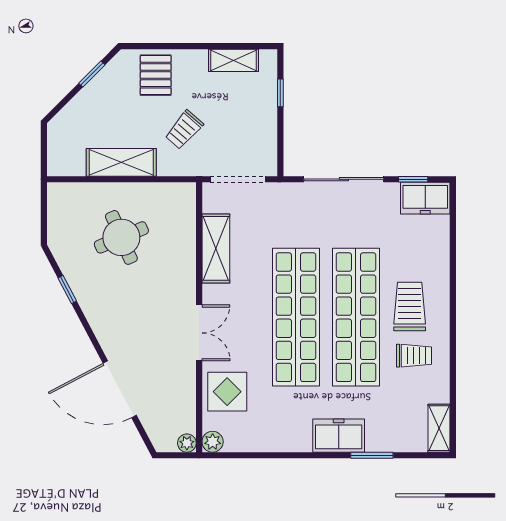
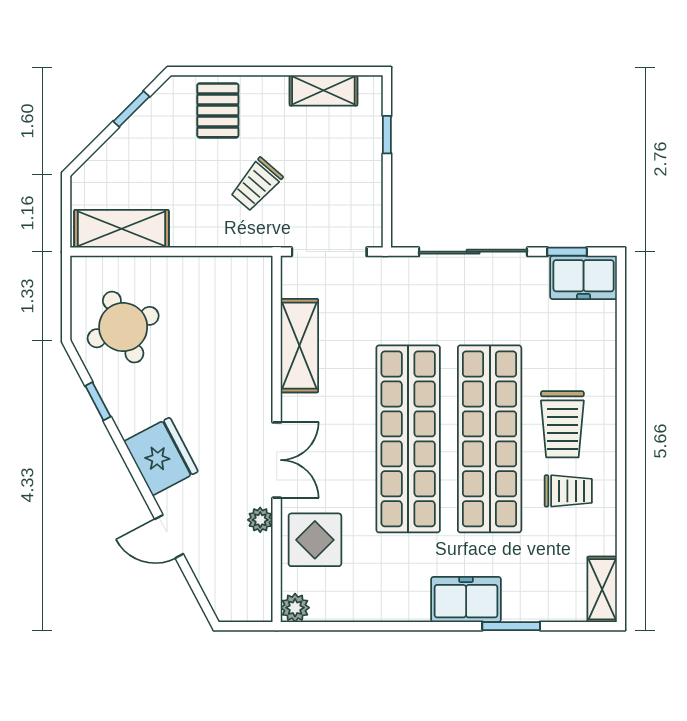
shelving: (121, 162) -> (121, 229), moved
round table: (121, 237) -> (123, 327), moved
trolley: (410, 306) -> (562, 424), turned 180
fridge: (114, 330) -> (161, 456), added
door: (120, 389) -> (169, 536), width x0.53
plant: (187, 443) -> (260, 520), moved

